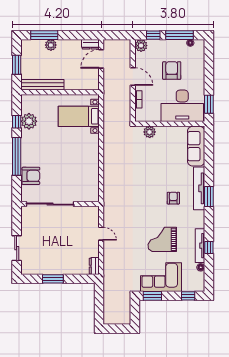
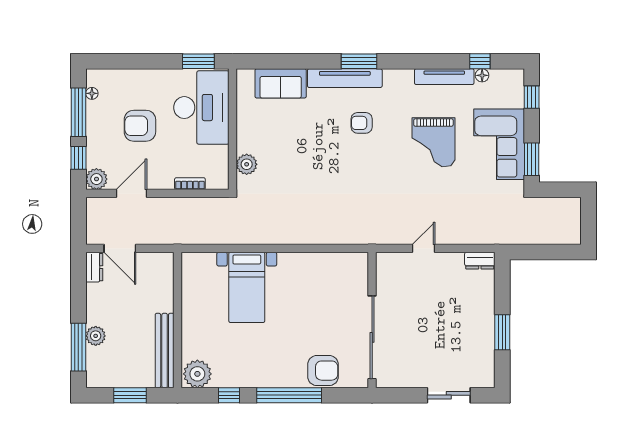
door: (133, 76) -> (131, 193), moved
bed with nightstands: (79, 116) -> (247, 287), moved
plant: (29, 121) -> (197, 374), moved
sofa: (196, 146) -> (281, 83), width x0.73
armchair: (31, 176) -> (323, 371), turned 90
window: (209, 247) -> (480, 61), moved

